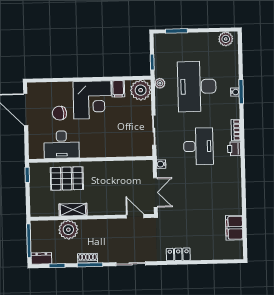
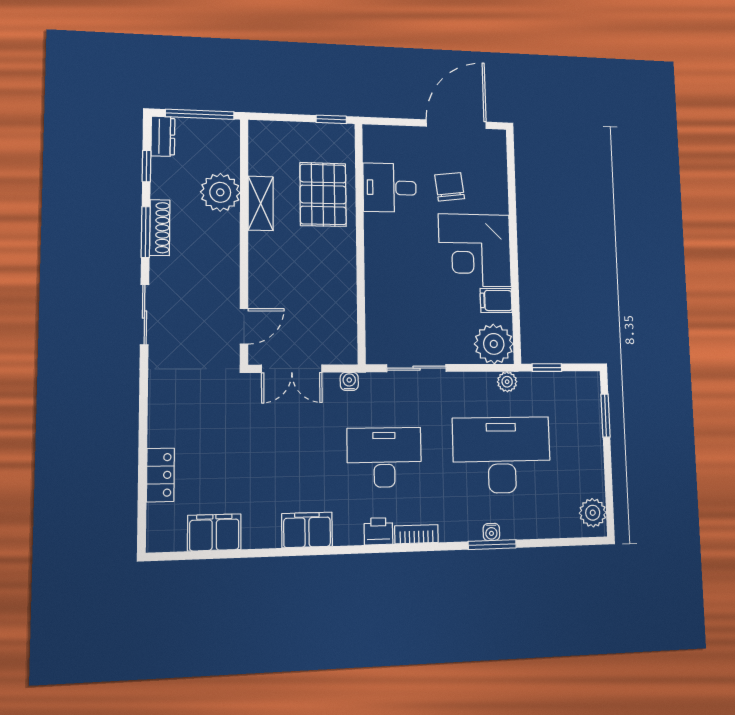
desk: (62, 145) -> (390, 188), width x0.73
desk: (198, 146) -> (384, 457), turned 180
filing cabinet: (233, 184) -> (307, 530), added
locker: (178, 254) -> (160, 475), moved
shoe rack: (88, 258) -> (160, 228), width x1.43

